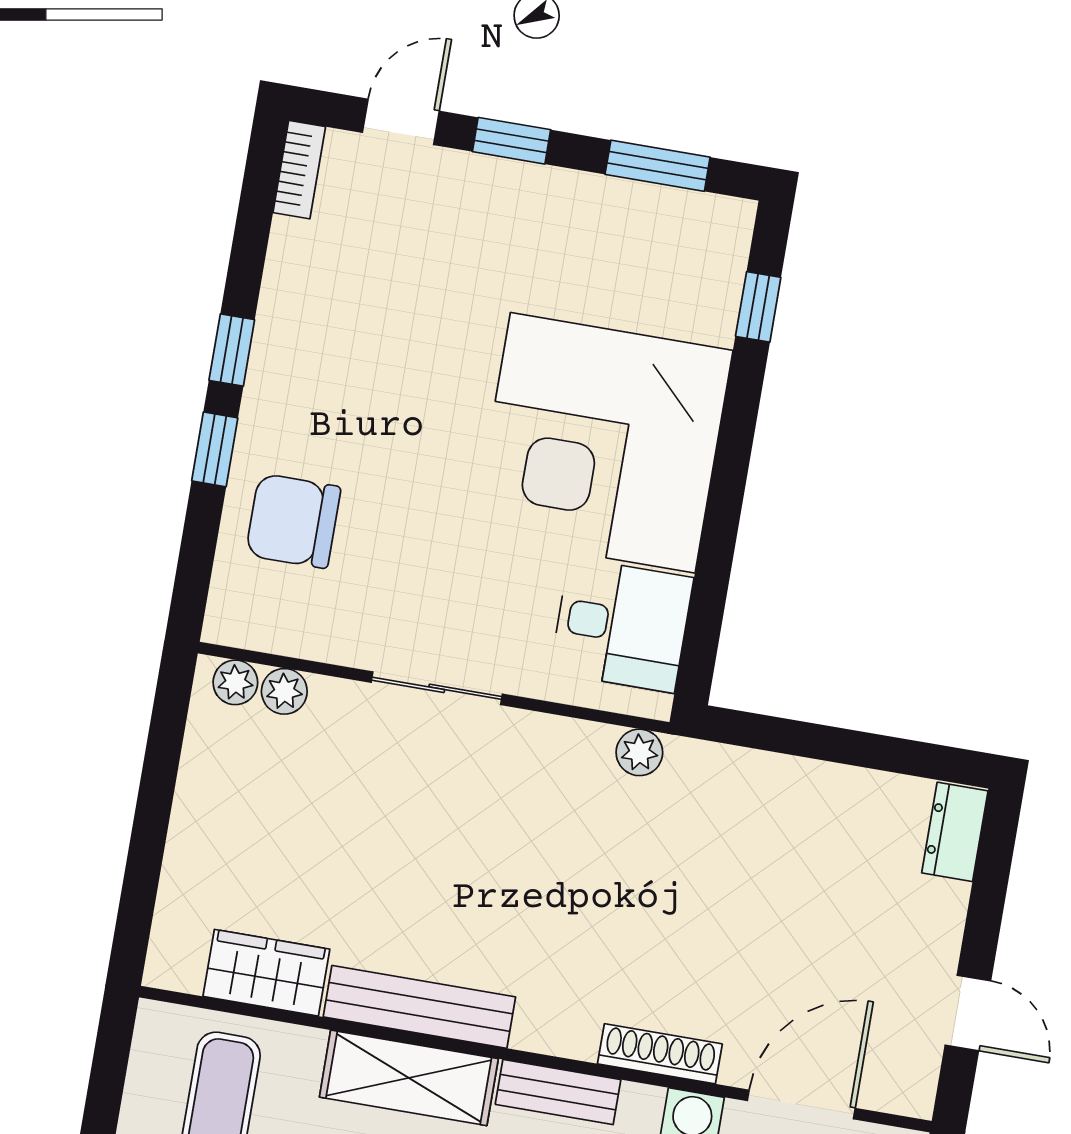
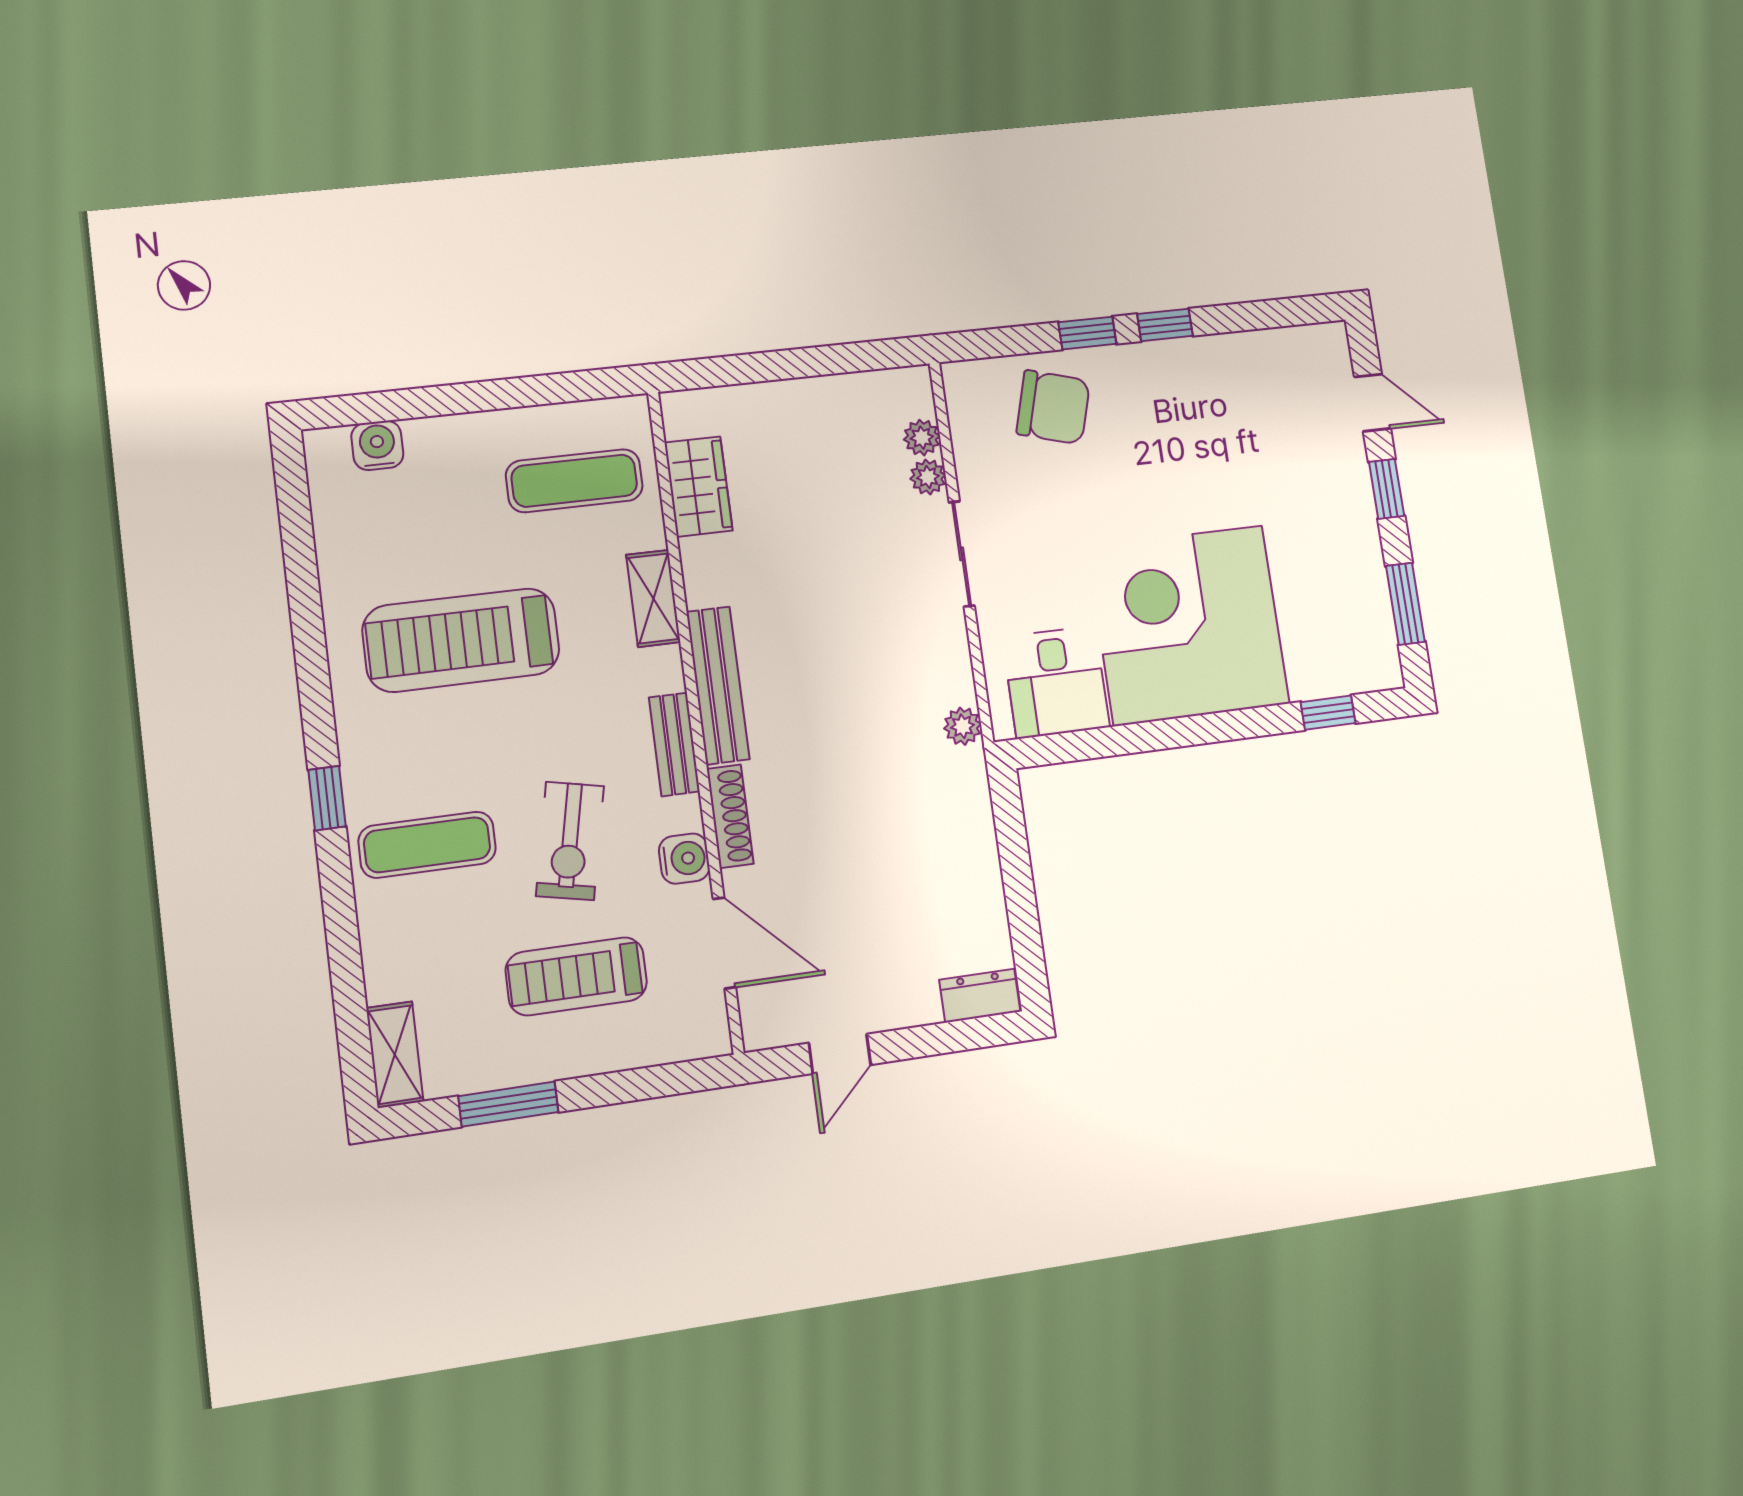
bookcase: (299, 170) -> (1313, 338), removed
chair: (293, 521) -> (1053, 407), turned 106
plant: (235, 682) -> (928, 477), moved
bench: (419, 1007) -> (718, 685), moved
shelving: (409, 1078) -> (653, 598), width x0.67, depth x0.75

